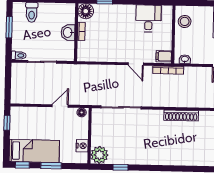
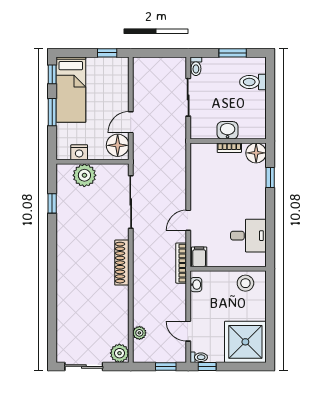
door: (60, 106) -> (131, 122), swing flipped
floor lamp: (82, 112) -> (118, 145), width x1.89, depth x1.89
shoe rack: (181, 115) -> (122, 263), moved
plant: (99, 155) -> (84, 175), moved

